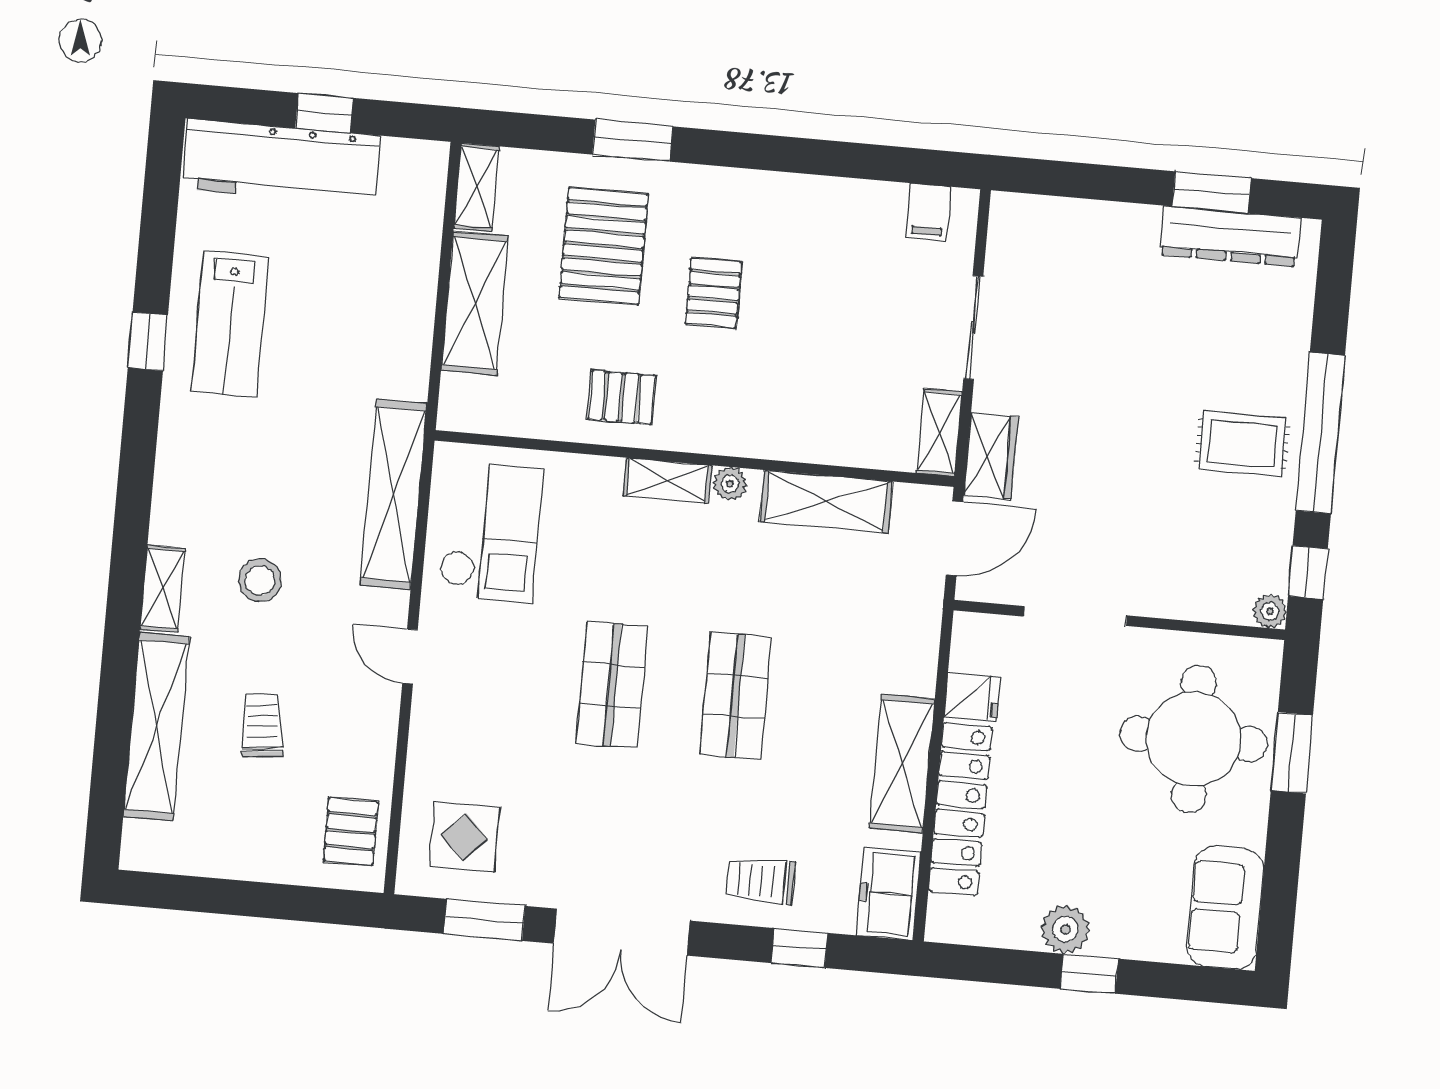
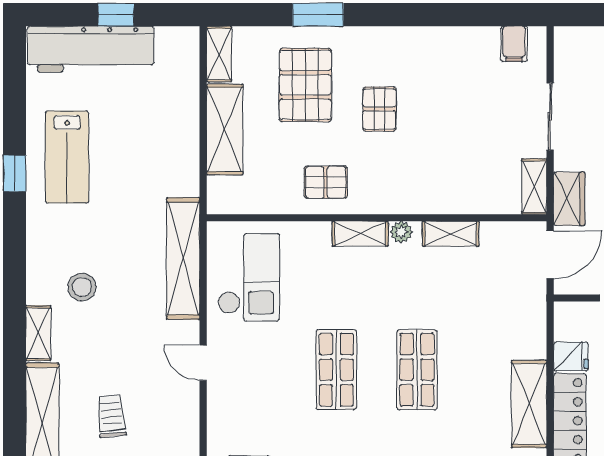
shelving: (826, 501) -> (451, 234), width x0.67, depth x0.75
stool: (260, 580) -> (82, 287), moved

